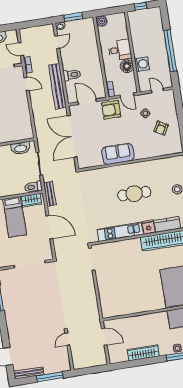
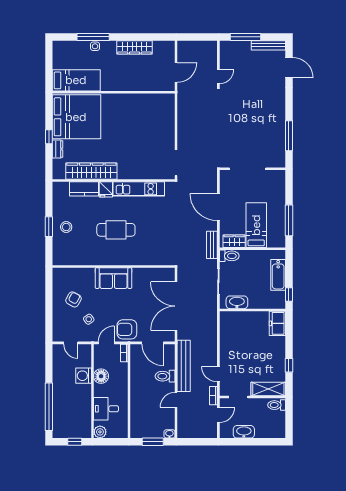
plant: (102, 21) -> (100, 432), moved
door: (57, 42) -> (176, 400), moved
door: (21, 49) -> (218, 415), hinge flipped
desk: (120, 50) -> (106, 409), moved
window: (170, 51) -> (49, 407), moved
door: (127, 95) -> (106, 343), hinge flipped
armchair: (111, 110) -> (127, 329), turned 180
double door: (72, 137) -> (176, 306), swing flipped
sofa: (118, 154) -> (113, 278), moved
door: (104, 337) -> (176, 72), swing flipped

